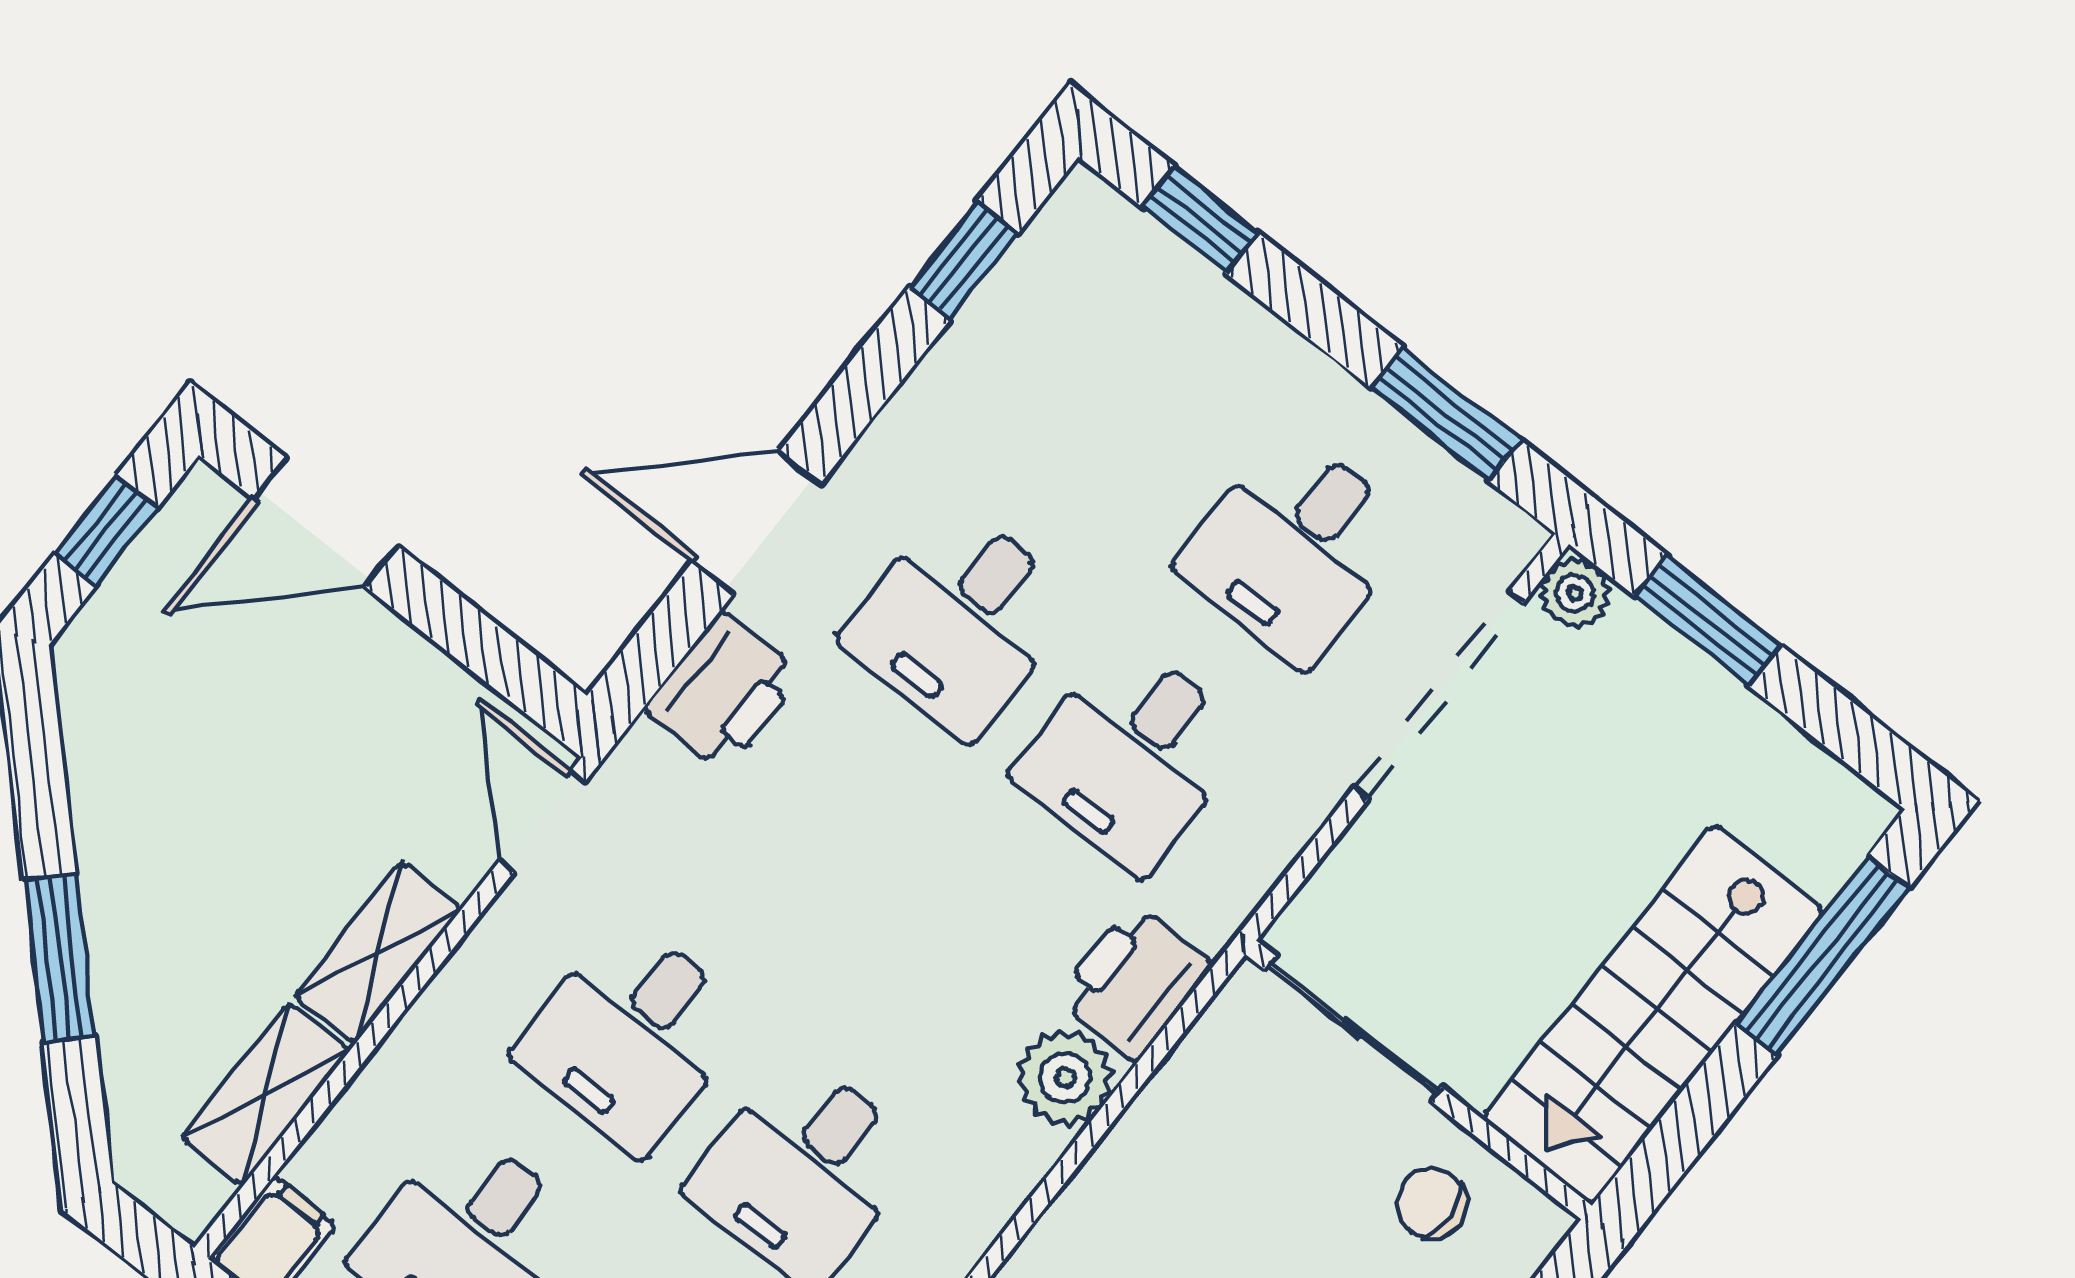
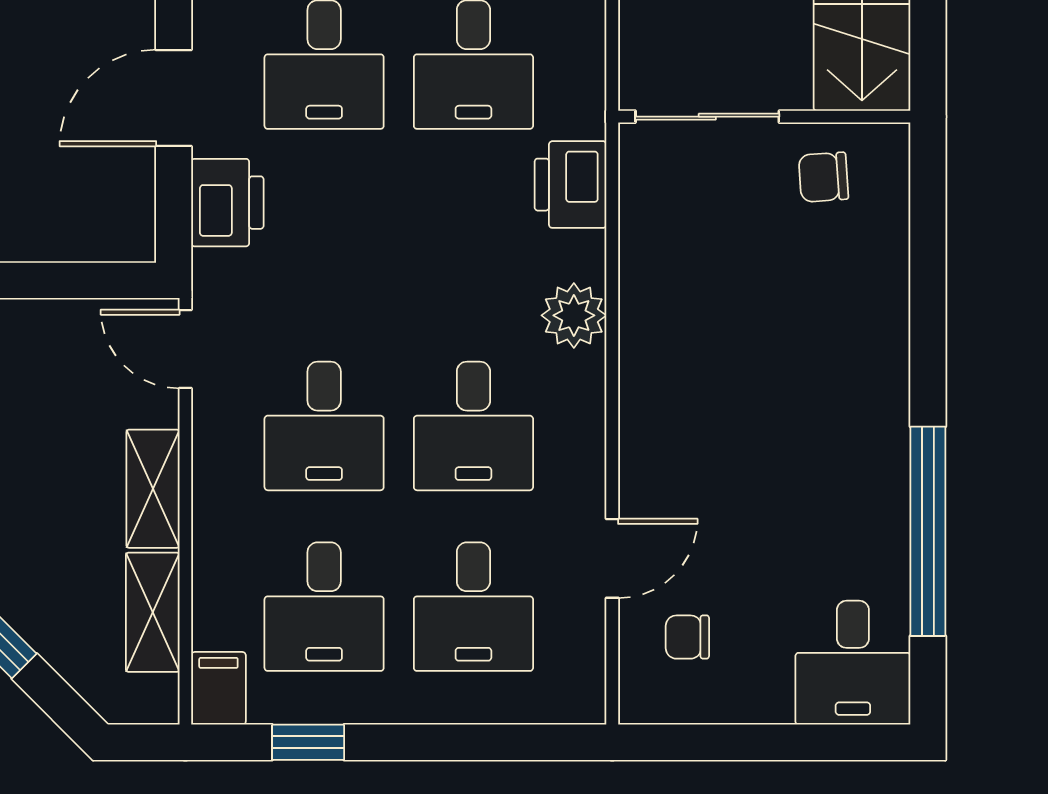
plant: (1065, 1078) -> (574, 315), moved

